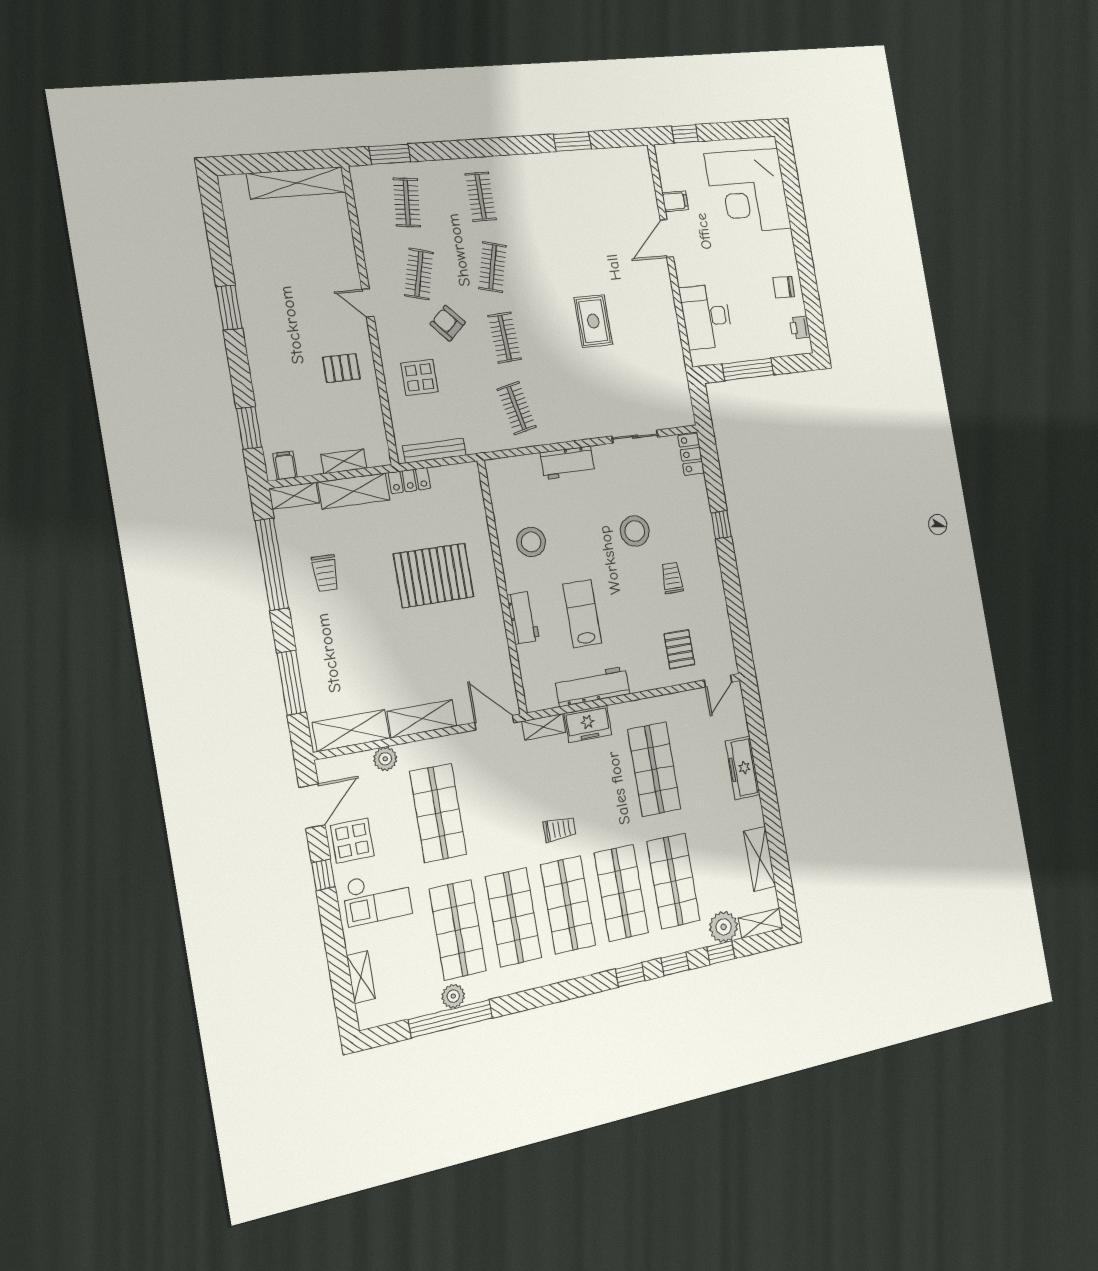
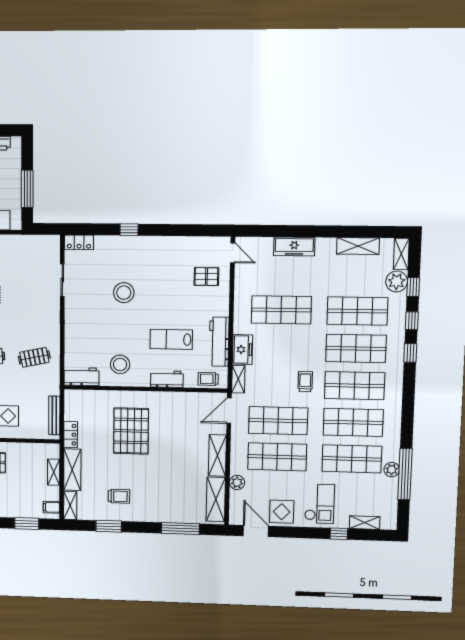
workbench: (568, 463) -> (81, 377), moved, turned -90
window: (272, 564) -> (109, 526), width x0.47
trolley: (672, 578) -> (208, 379), moved
shop shelf: (494, 802) -> (278, 421), added
window: (323, 875) -> (339, 534), moved

